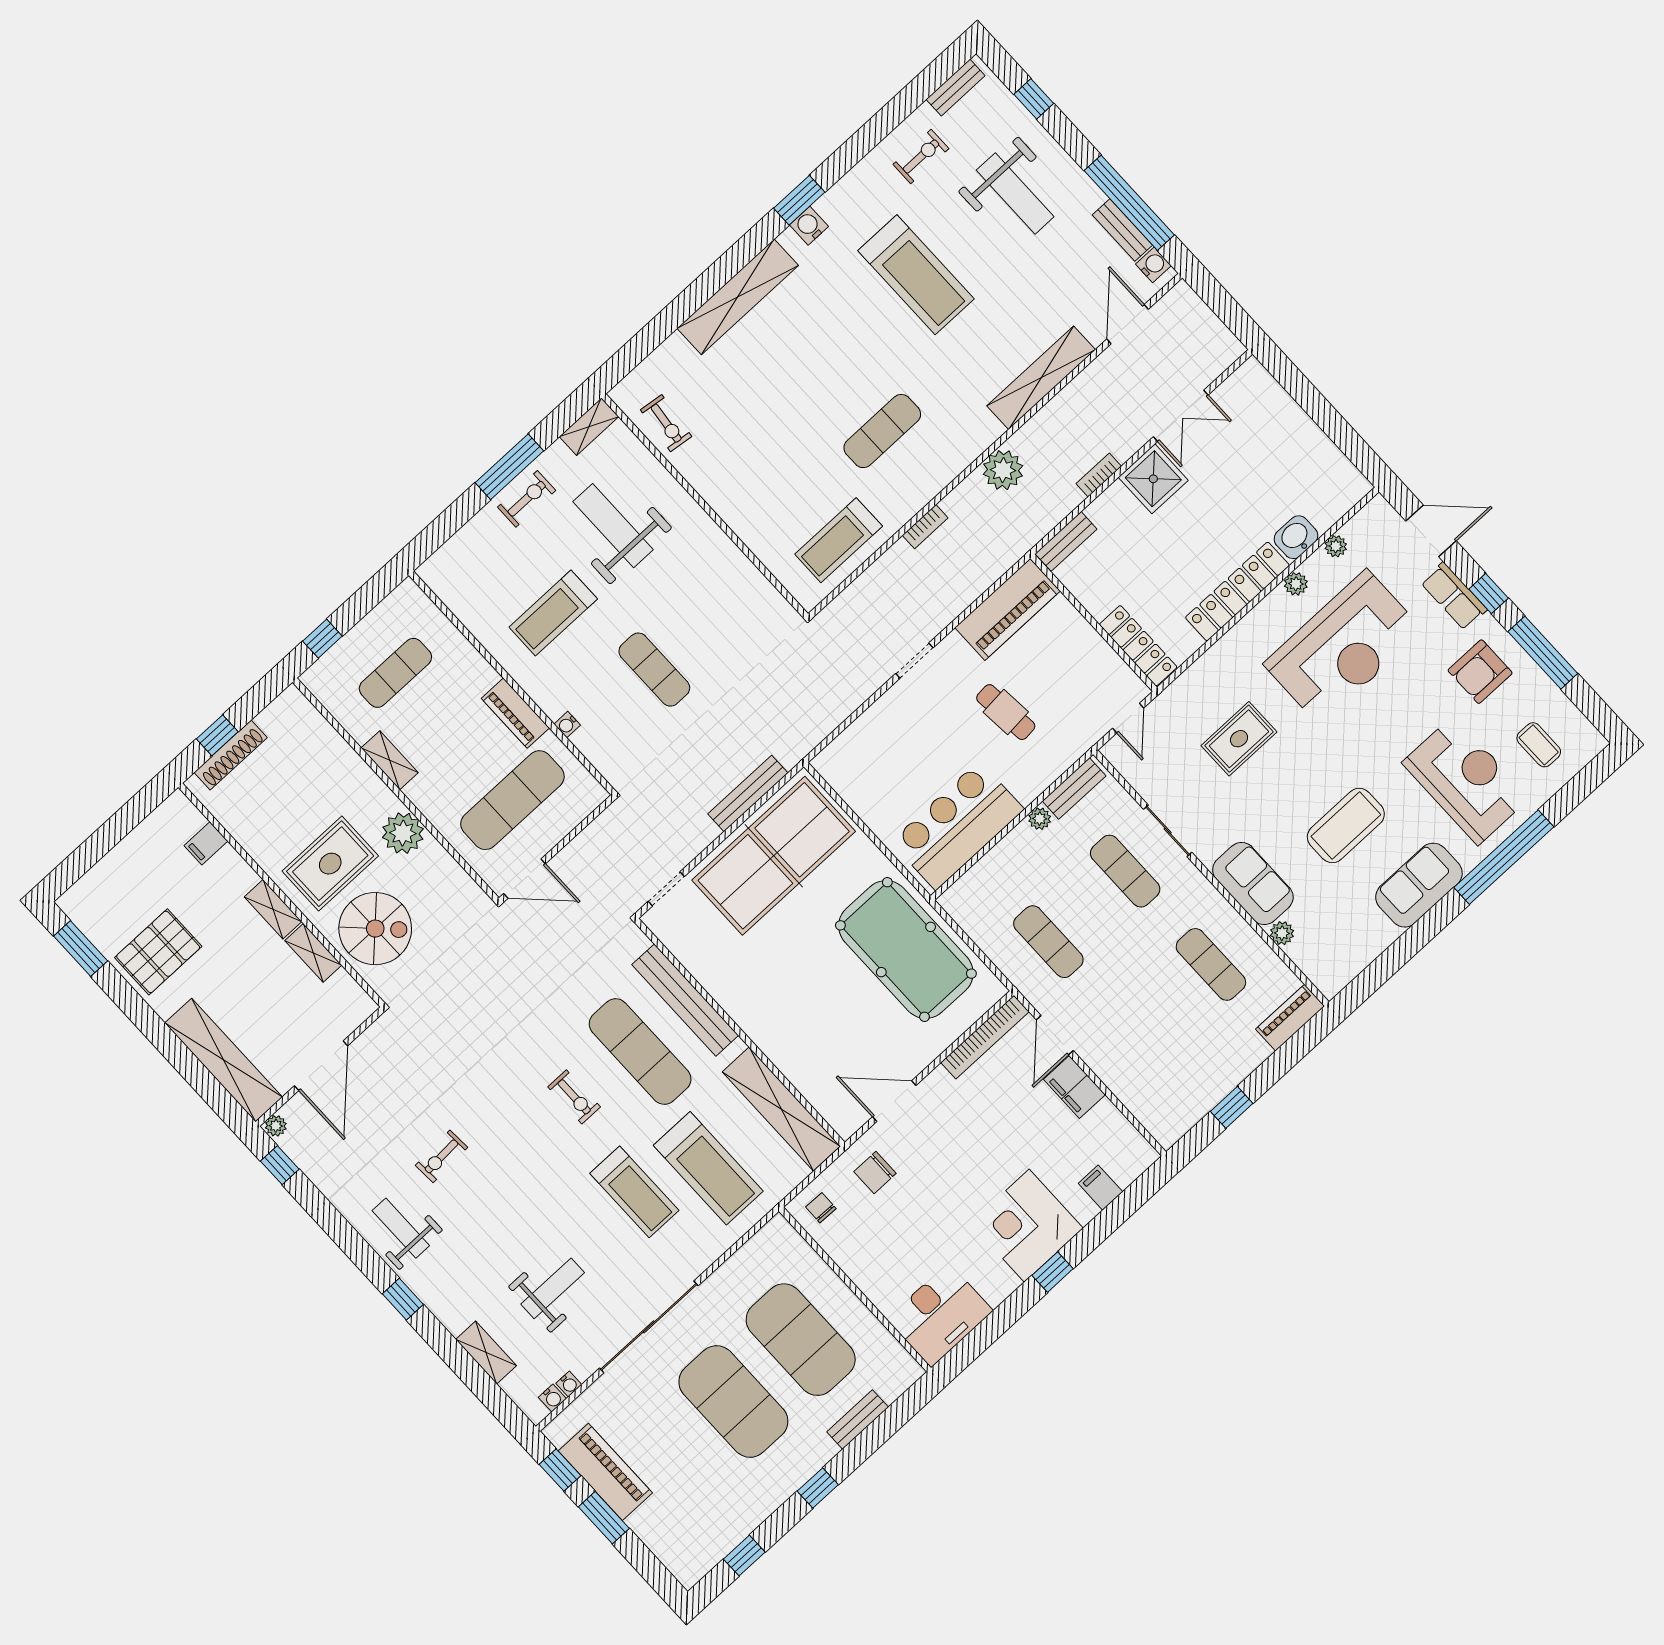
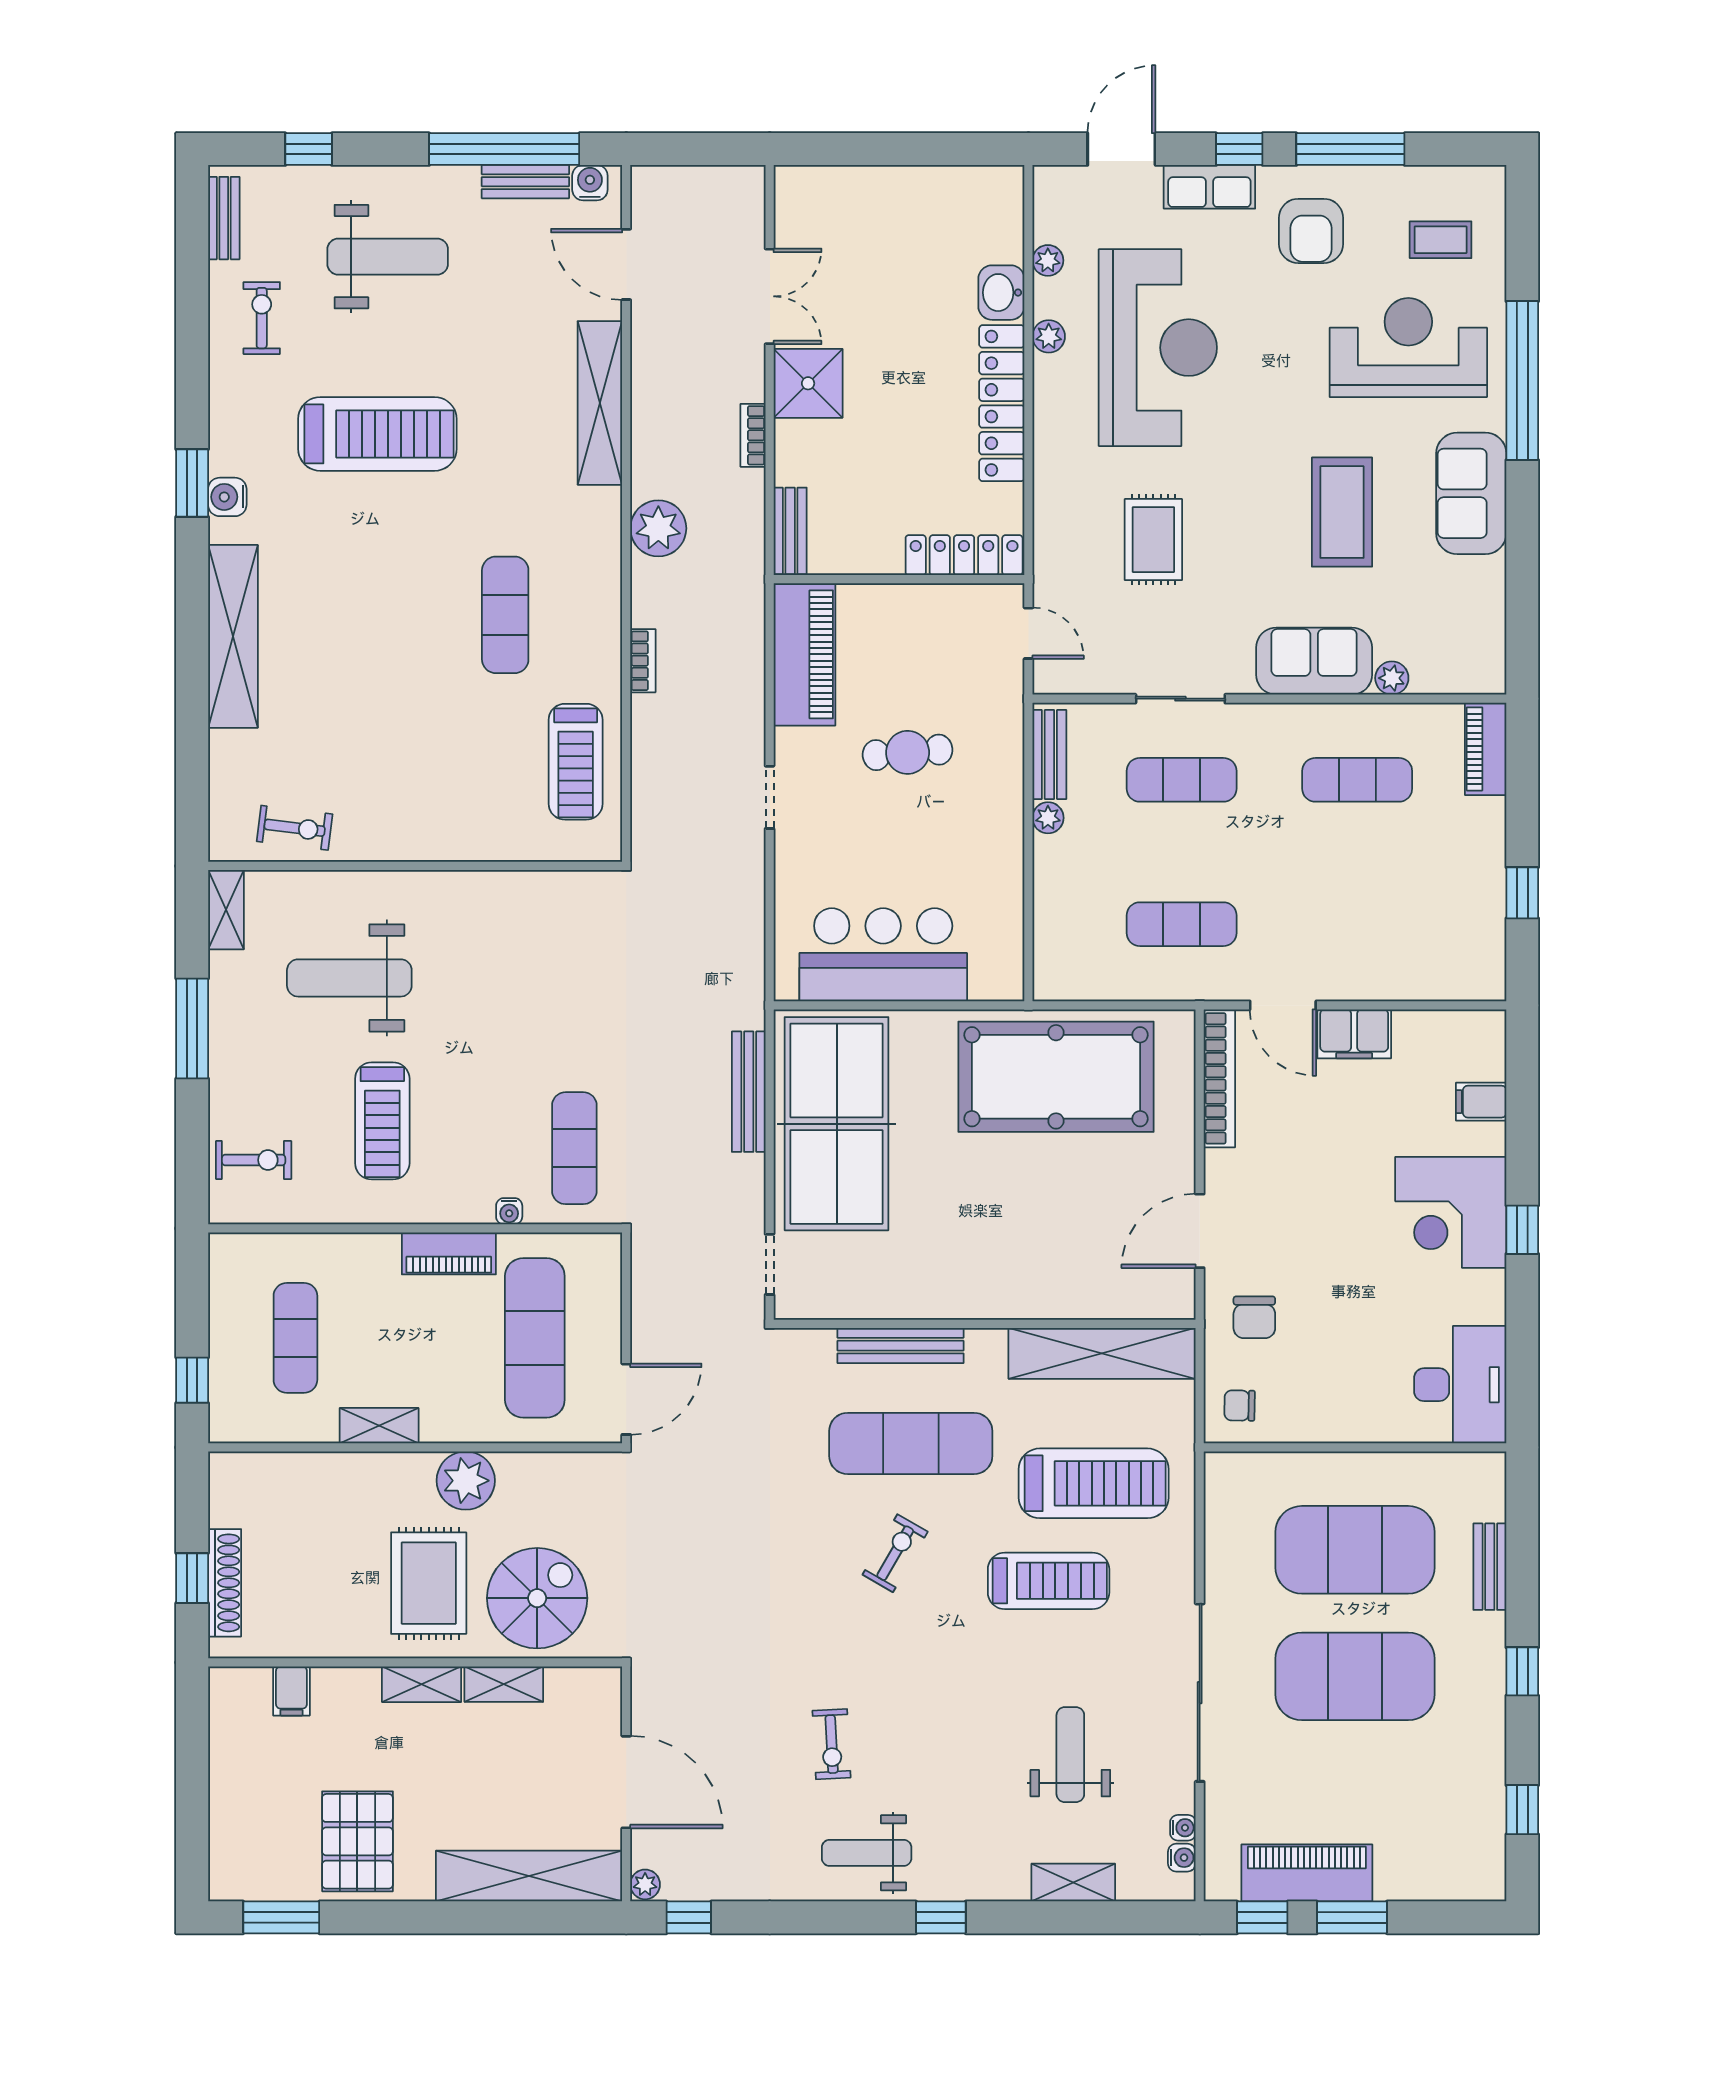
exercise bike: (527, 499) -> (254, 1160), moved, turned 90
exercise mat: (654, 670) -> (574, 1148), moved, turned 90
bar counter: (957, 825) -> (883, 955), moved, turned 90
bench: (685, 1000) -> (901, 1346), width x0.73, depth x0.82
exercise bike: (574, 1097) -> (895, 1553), turned -60

